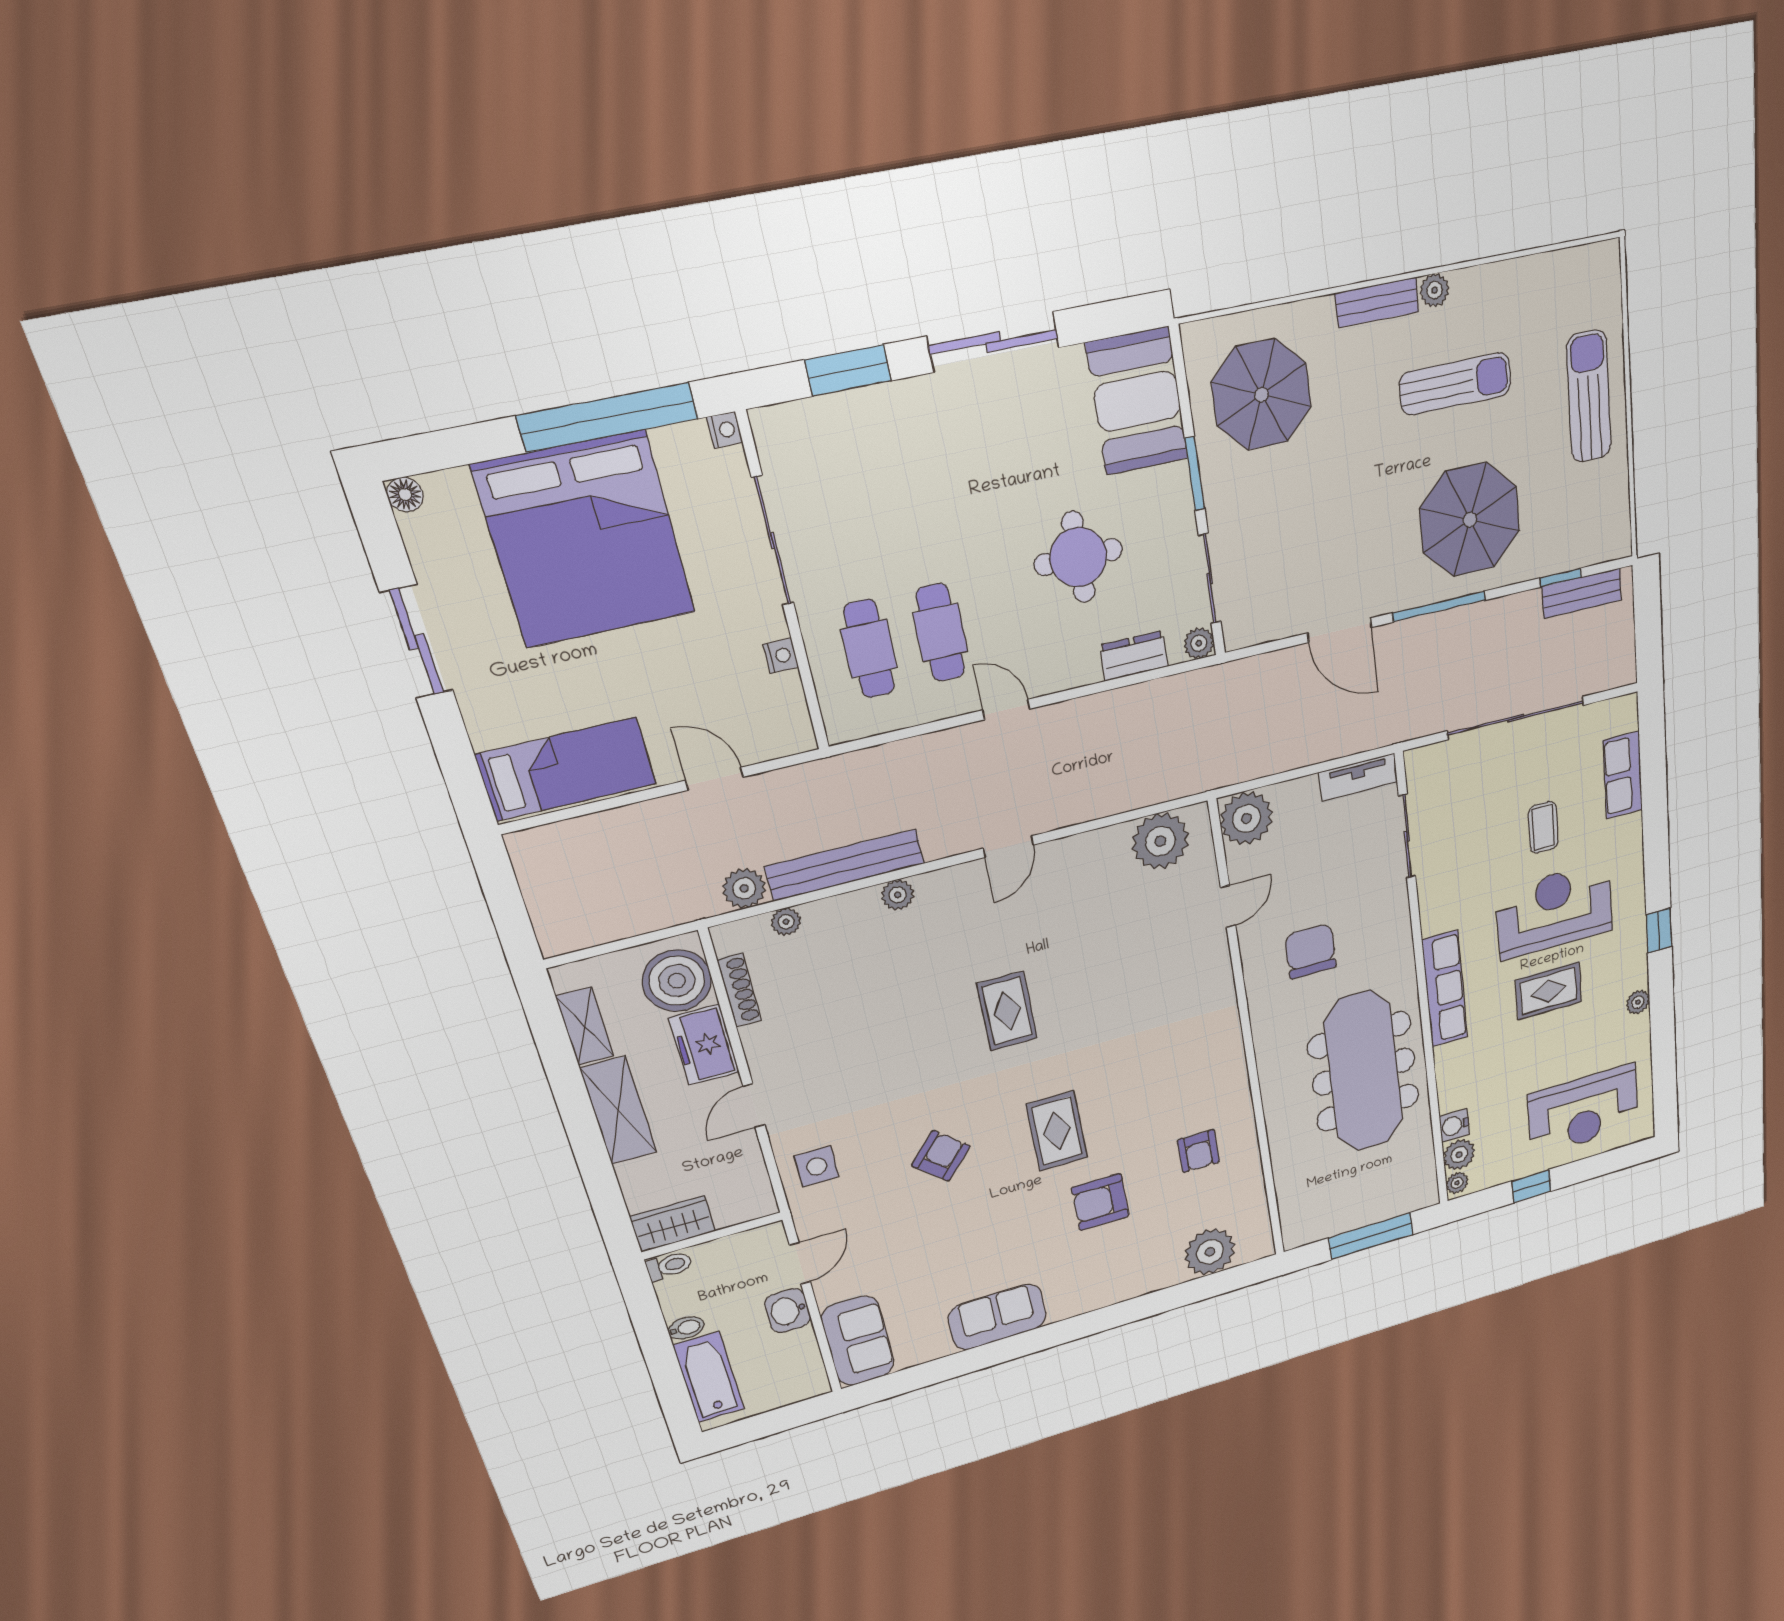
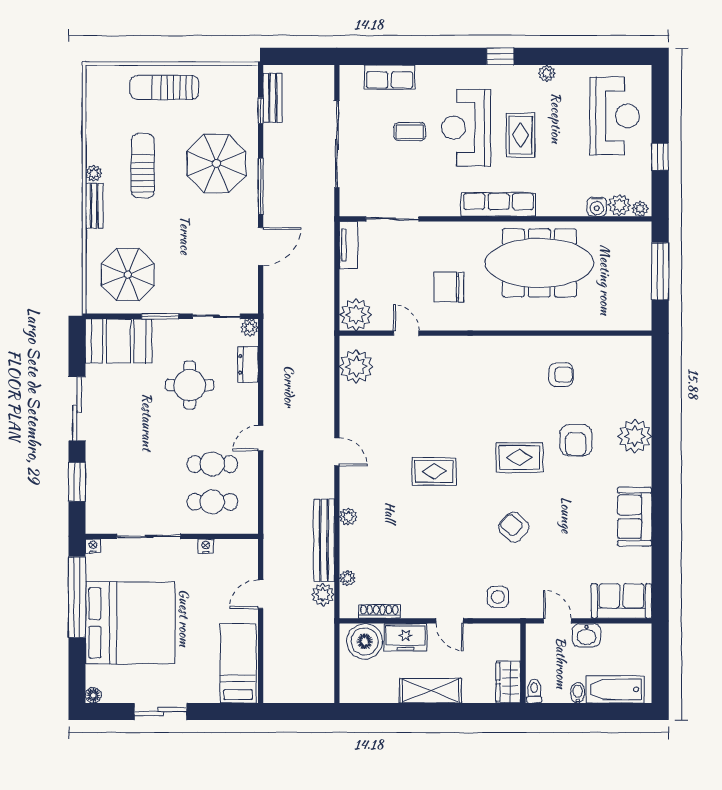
shelving: (585, 1026) -> (377, 694), removed
plant: (1210, 1252) -> (635, 436), moved

